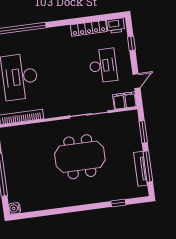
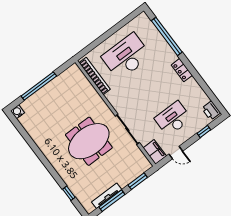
locker: (89, 28) -> (182, 70), moved, width x0.66
desk: (103, 66) -> (173, 119), turned 180
meeting table: (80, 157) -> (89, 141), turned 90

